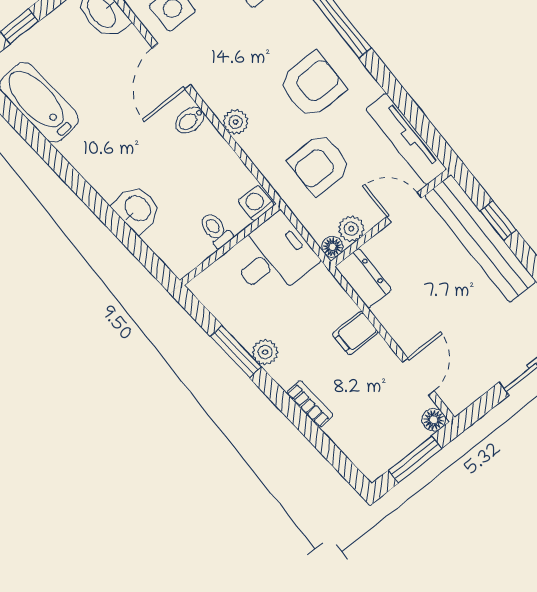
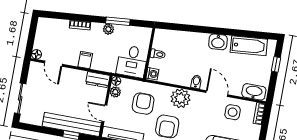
plant: (236, 122) -> (180, 98), width x1.88, depth x1.88
door: (404, 207) -> (104, 113), swing flipped
washbasin: (137, 209) -> (218, 42), moved
window: (415, 459) -> (32, 37), removed

